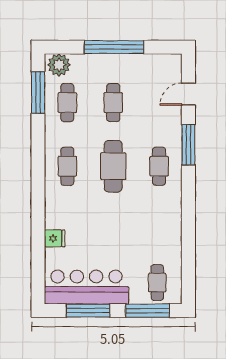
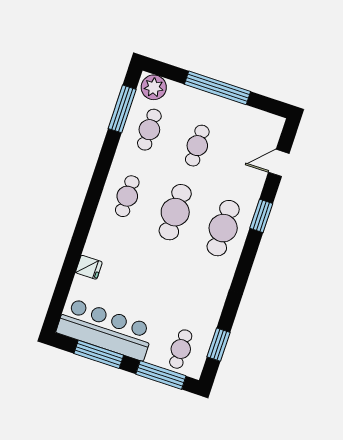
window: (188, 145) -> (261, 216), width x0.69
cafe table: (159, 166) -> (223, 228), width x1.37, depth x1.35
window: (188, 268) -> (218, 345), added

